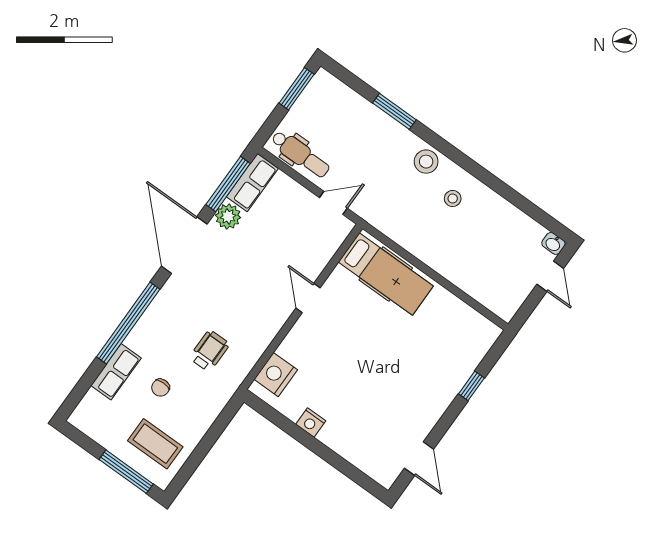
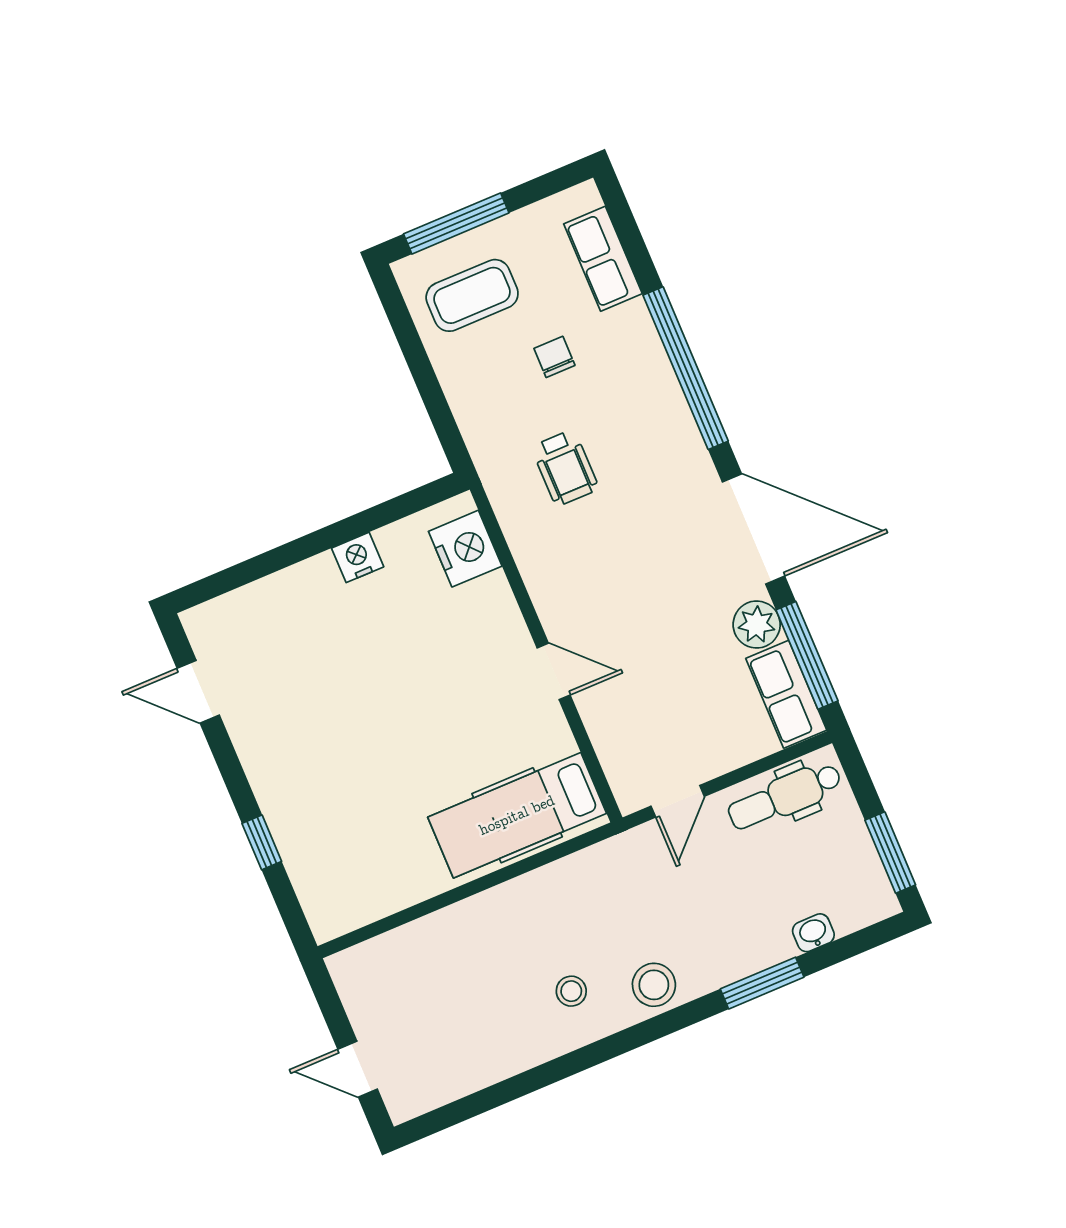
washbasin: (553, 243) -> (813, 933), moved
row of seats: (116, 372) -> (603, 259), moved

